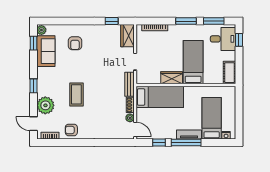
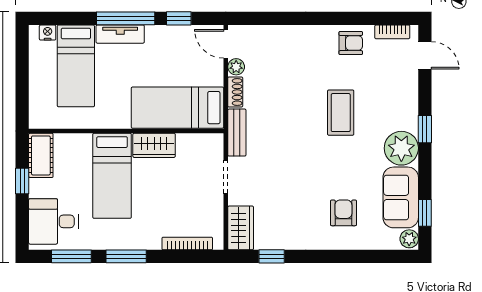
window: (239, 40) -> (22, 181), moved
plant: (45, 105) -> (401, 148), moved

